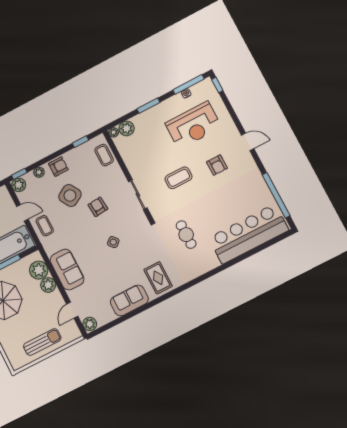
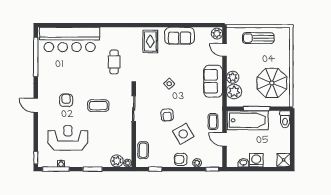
plant: (19, 185) -> (217, 161), removed
door: (72, 310) -> (225, 50), swing flipped

